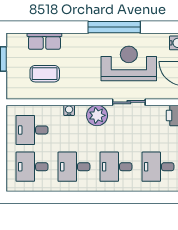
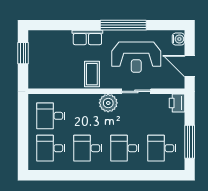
row of seats: (44, 41) -> (87, 37), moved
reception desk: (129, 63) -> (136, 57), turned 180
coffee table: (45, 74) -> (92, 74), moved, turned 90
water cooler: (69, 110) -> (84, 98), removed

